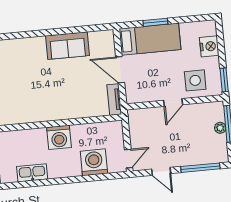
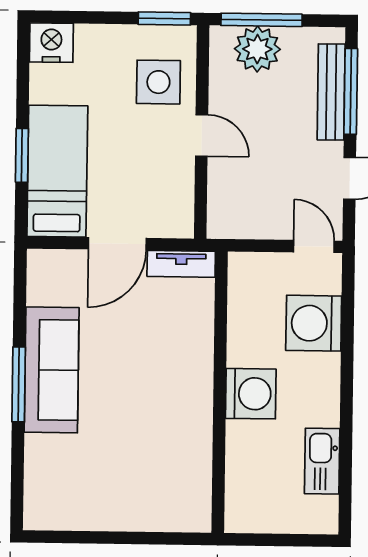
window: (52, 32) -> (19, 384), added
sofa: (67, 46) -> (52, 370), width x1.36
nightstand: (209, 46) -> (51, 43), moved
plant: (220, 128) -> (257, 49), width x1.88, depth x1.88
bench: (199, 159) -> (331, 92), added

